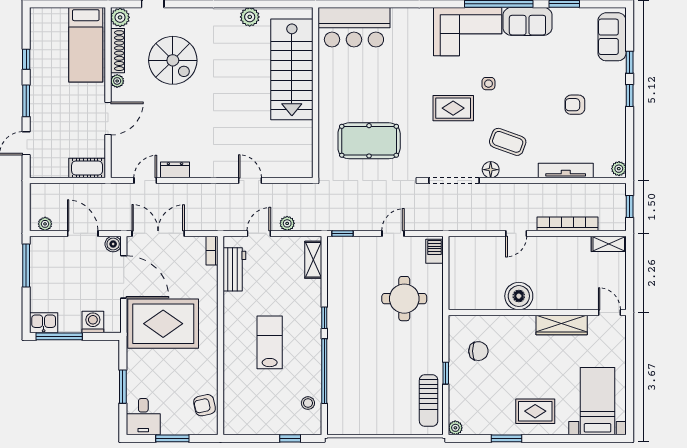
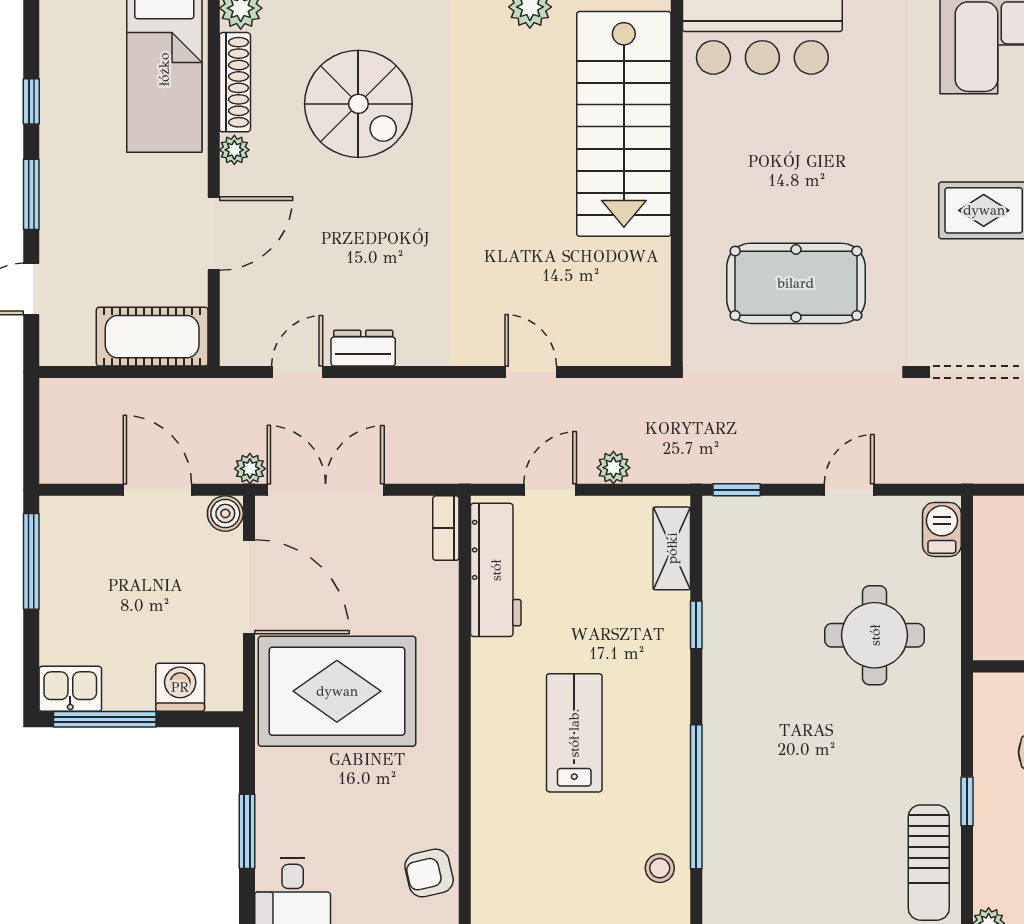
cot: (87, 168) -> (152, 337), width x1.37, depth x1.34
plant: (45, 224) -> (250, 469), moved
workbench: (234, 269) -> (496, 570), width x1.38
window: (324, 318) -> (696, 625), moved

